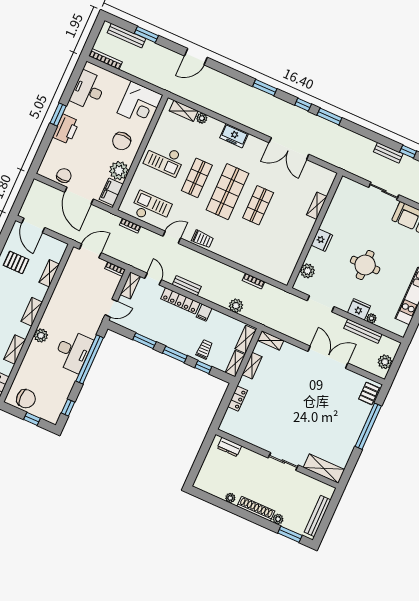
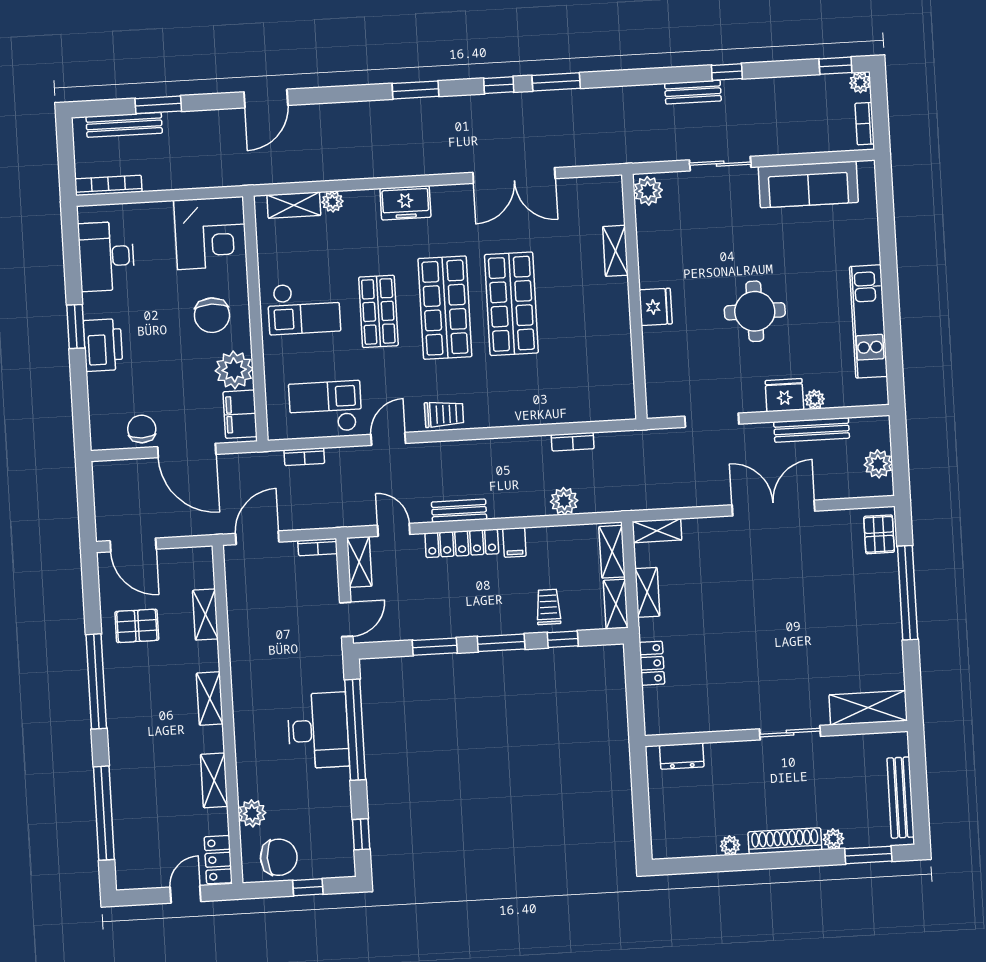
shop shelf: (258, 205) -> (511, 304), width x1.43, depth x1.36
plant: (307, 271) -> (648, 191), moved
plant: (41, 336) -> (252, 813), moved

